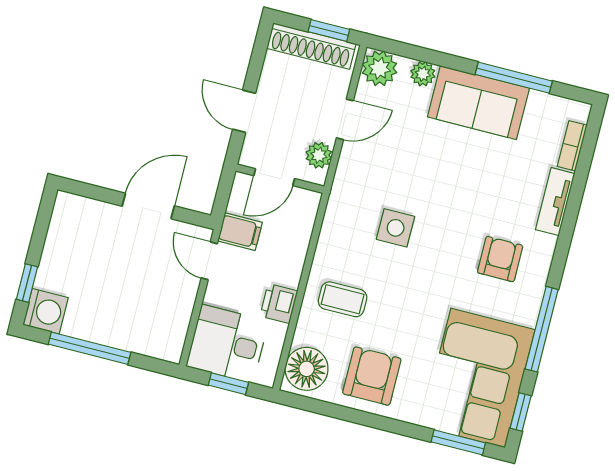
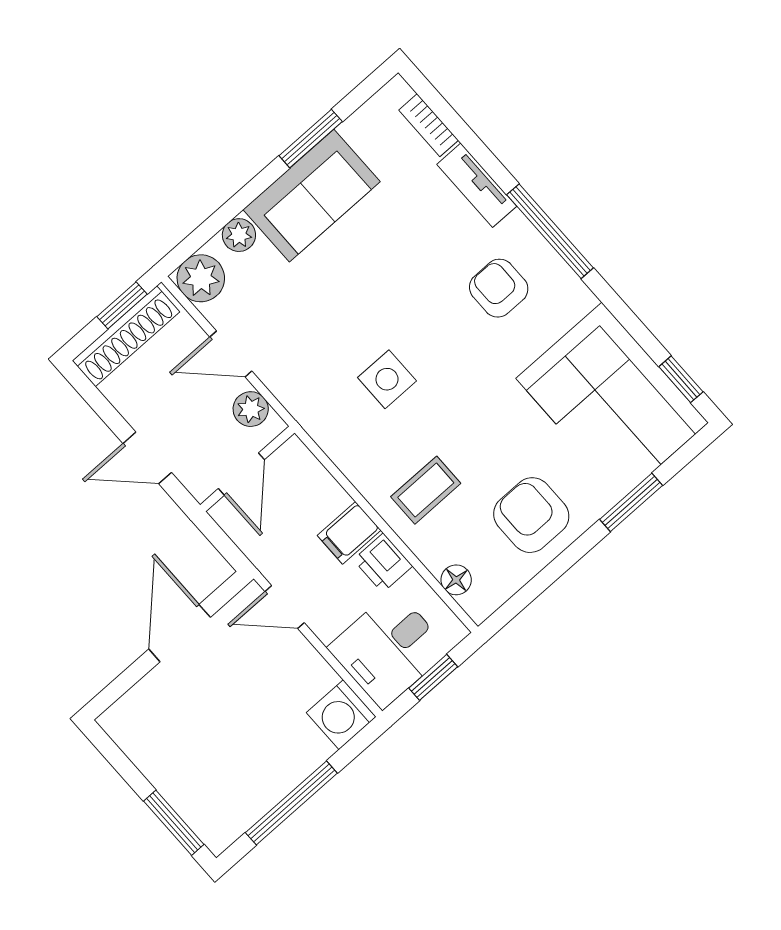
window: (514, 78) -> (311, 139), width x0.69
door: (345, 119) -> (231, 354), swing flipped
filing cabinet: (240, 232) -> (349, 533), moved, turned 180
window: (27, 283) -> (174, 823), width x1.50
washing machine: (46, 311) -> (341, 715), moved, turned 180
window: (542, 329) -> (550, 231), moved
floor lamp: (307, 369) -> (456, 580), width x0.53, depth x0.53
window: (458, 442) -> (631, 502), moved

